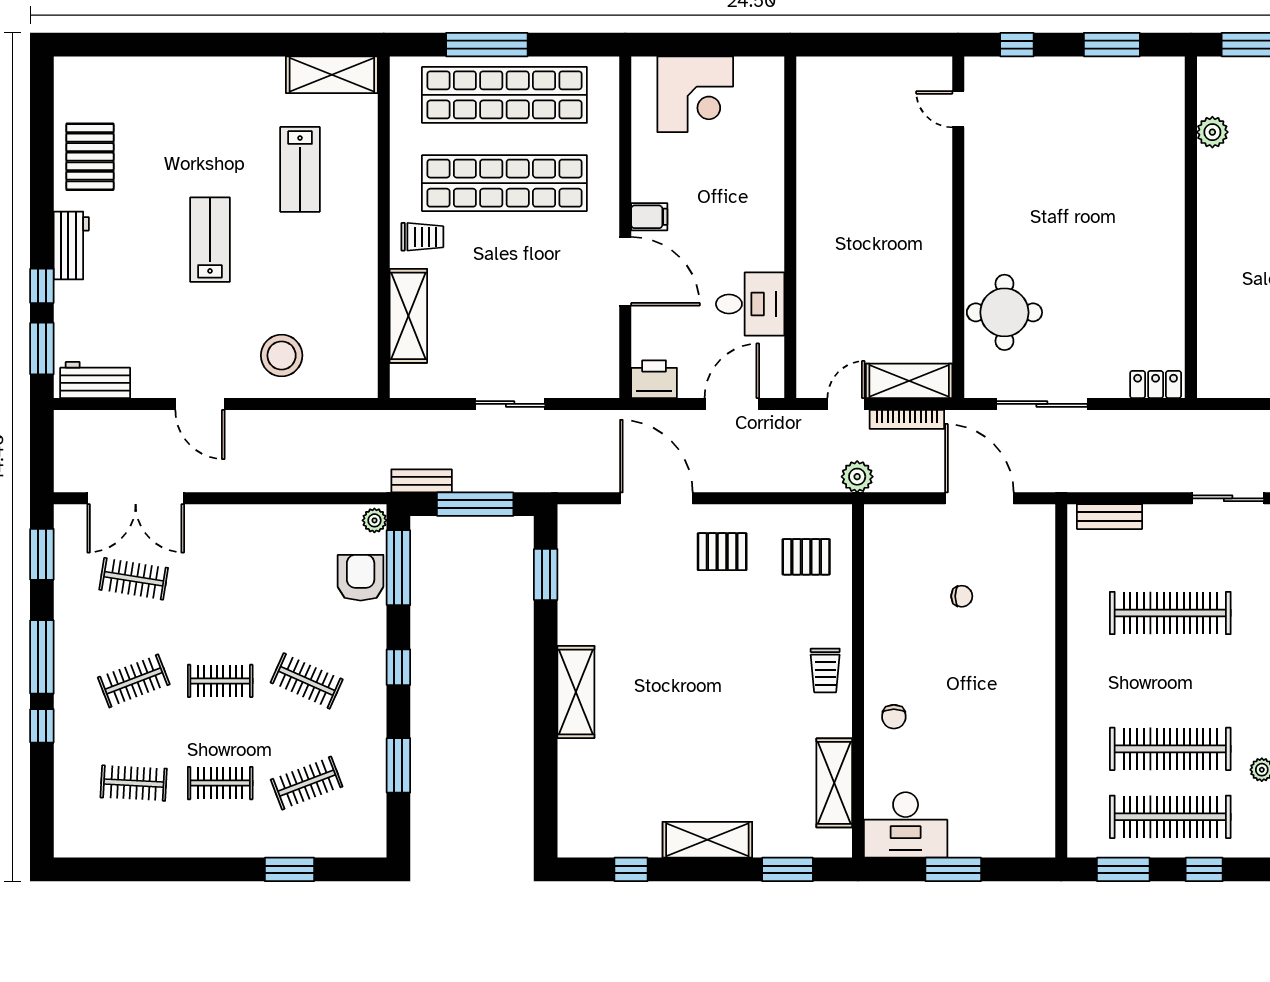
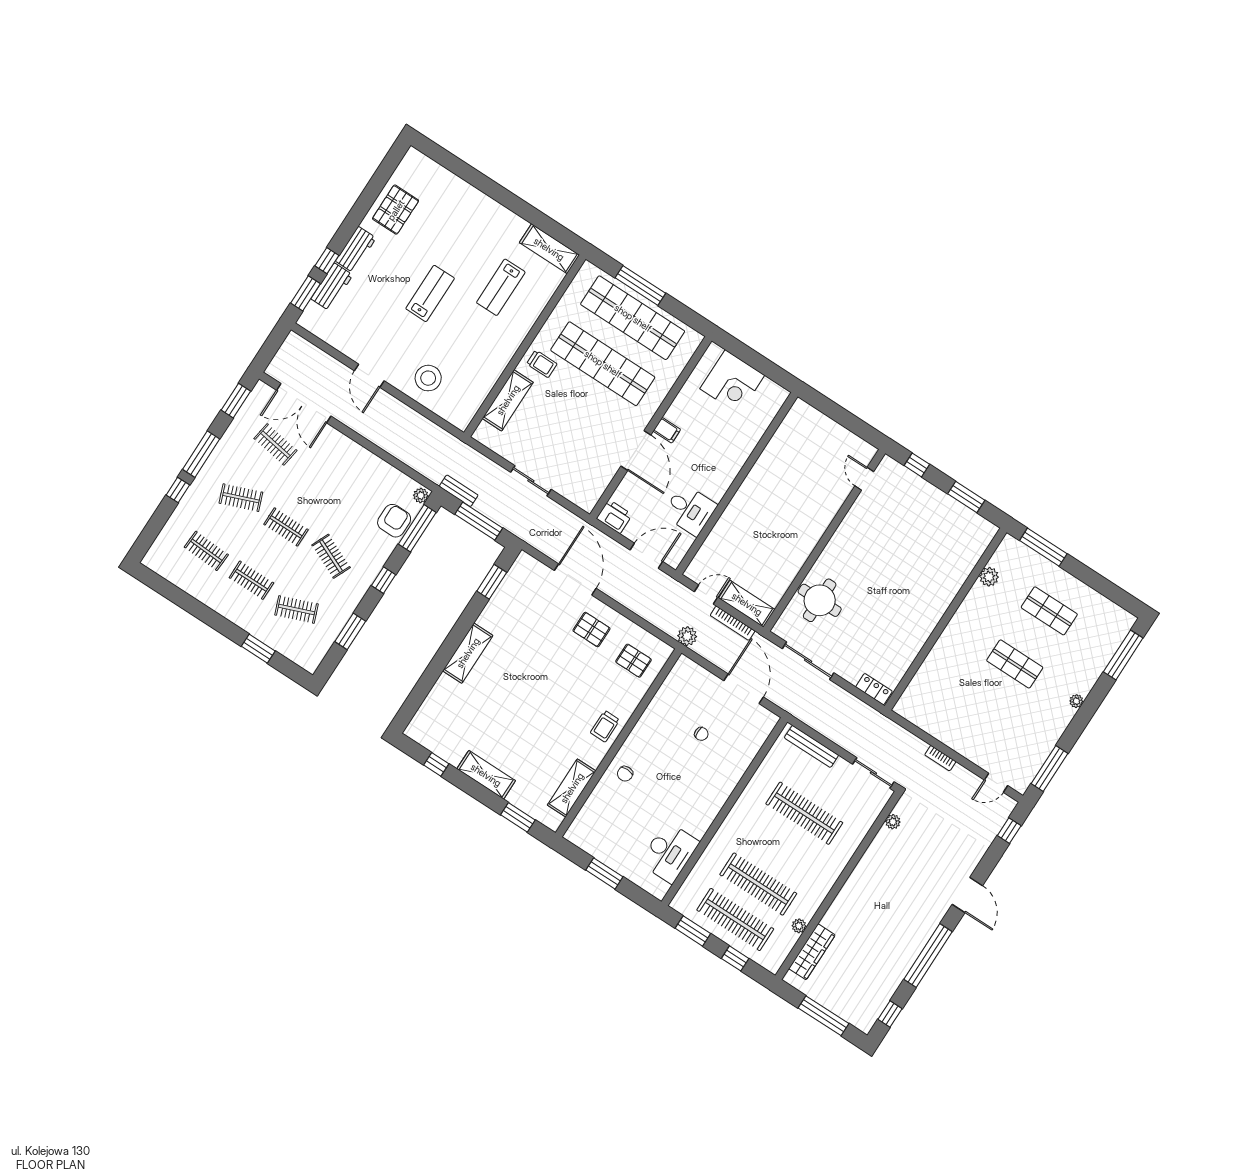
workbench: (95, 380) -> (332, 287), moved, turned 90
bench: (1110, 517) -> (811, 746), width x1.36
desk: (906, 825) -> (669, 852), moved, turned -90

